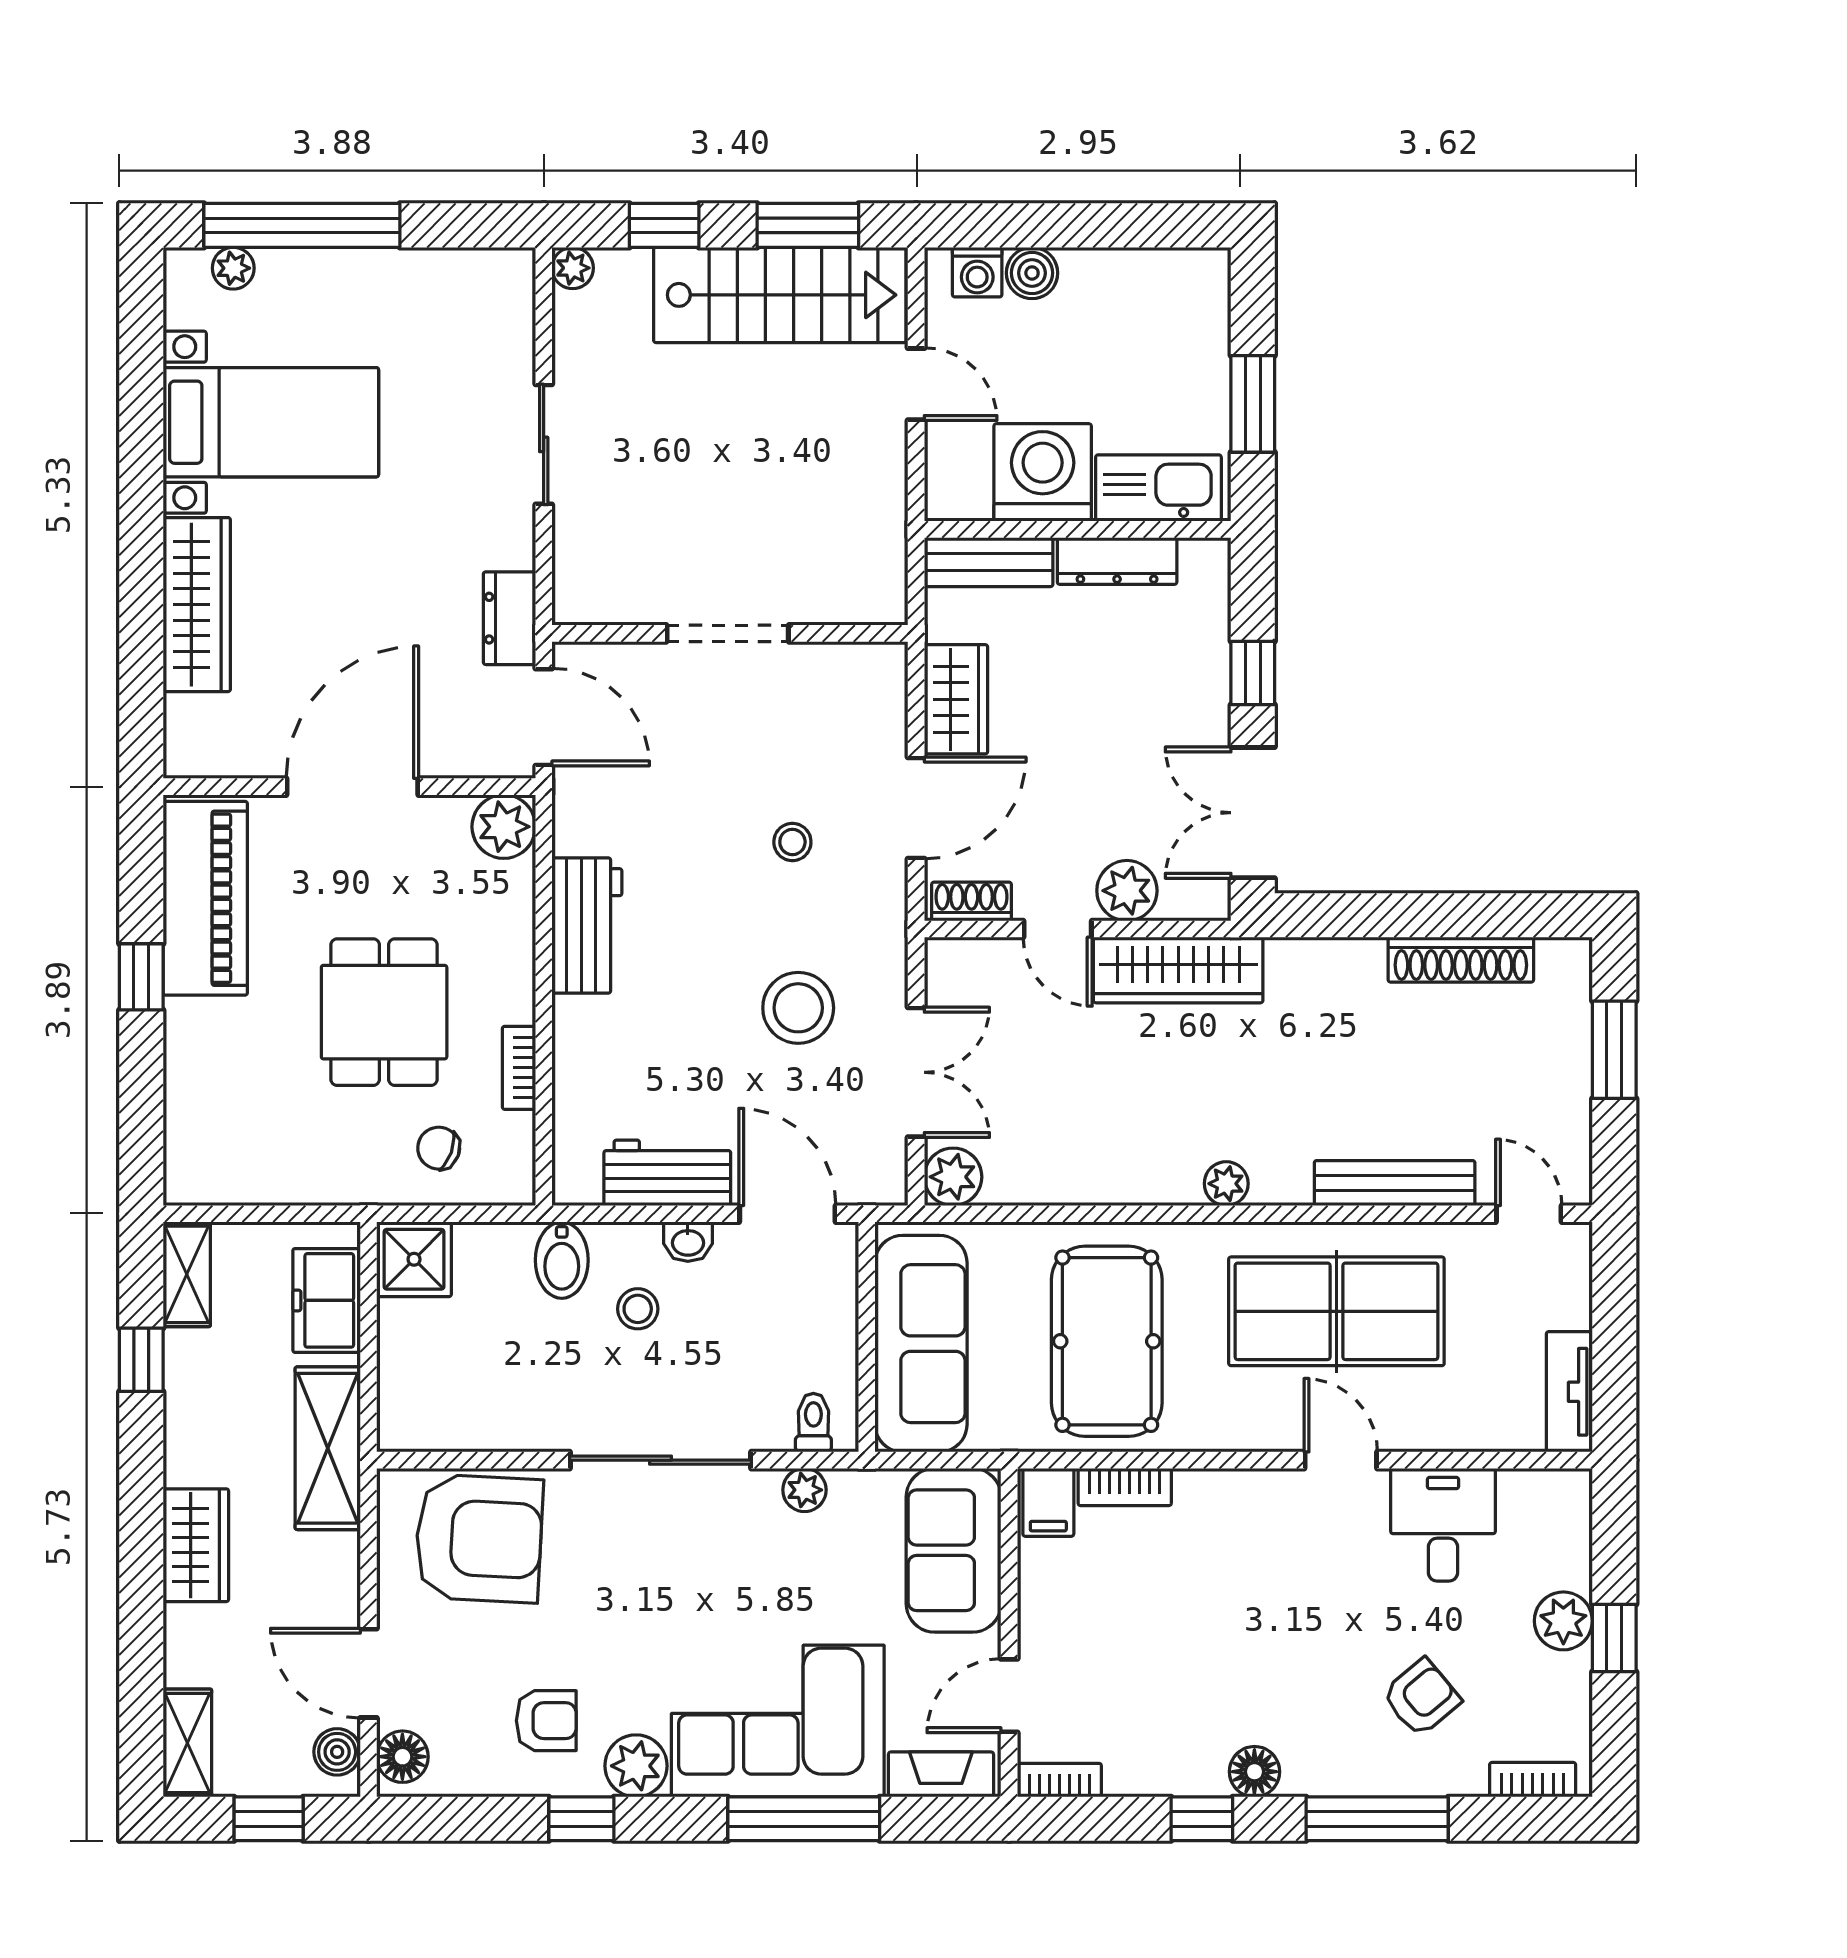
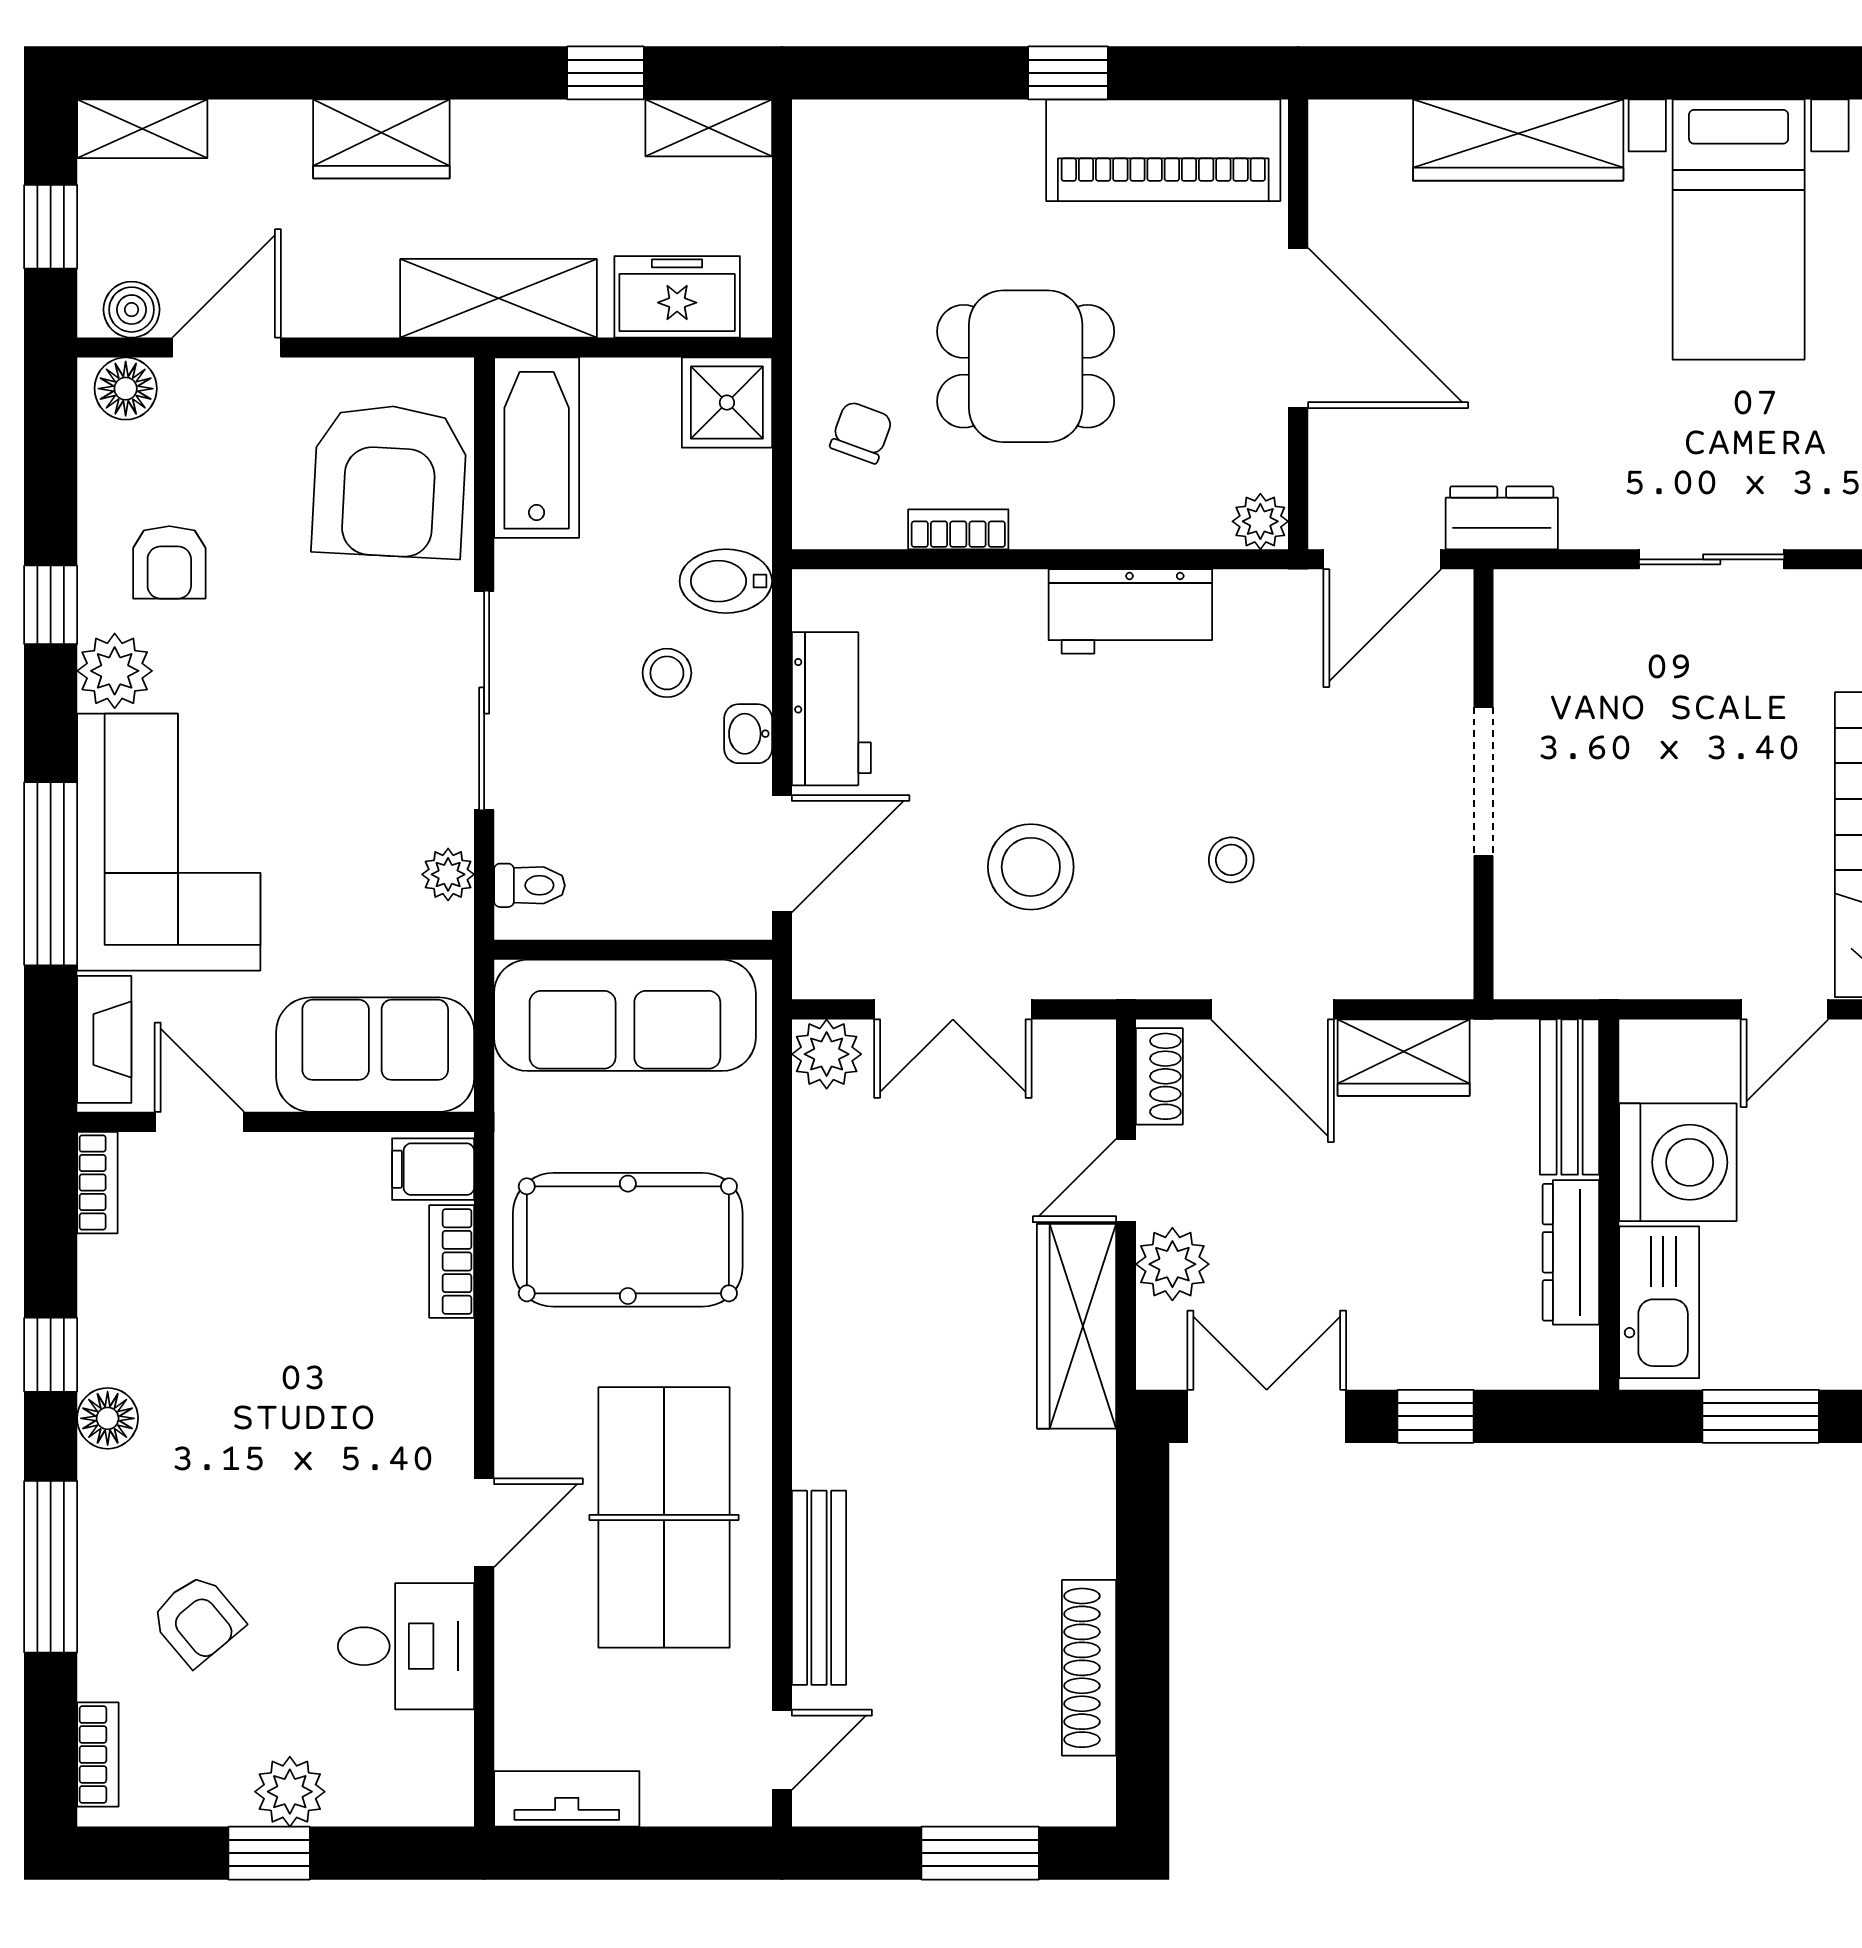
plant: (504, 827) -> (1260, 521), width x0.73, depth x0.73
plant: (1226, 1184) -> (818, 1384), removed
bathtub: (451, 1417) -> (537, 448), added

